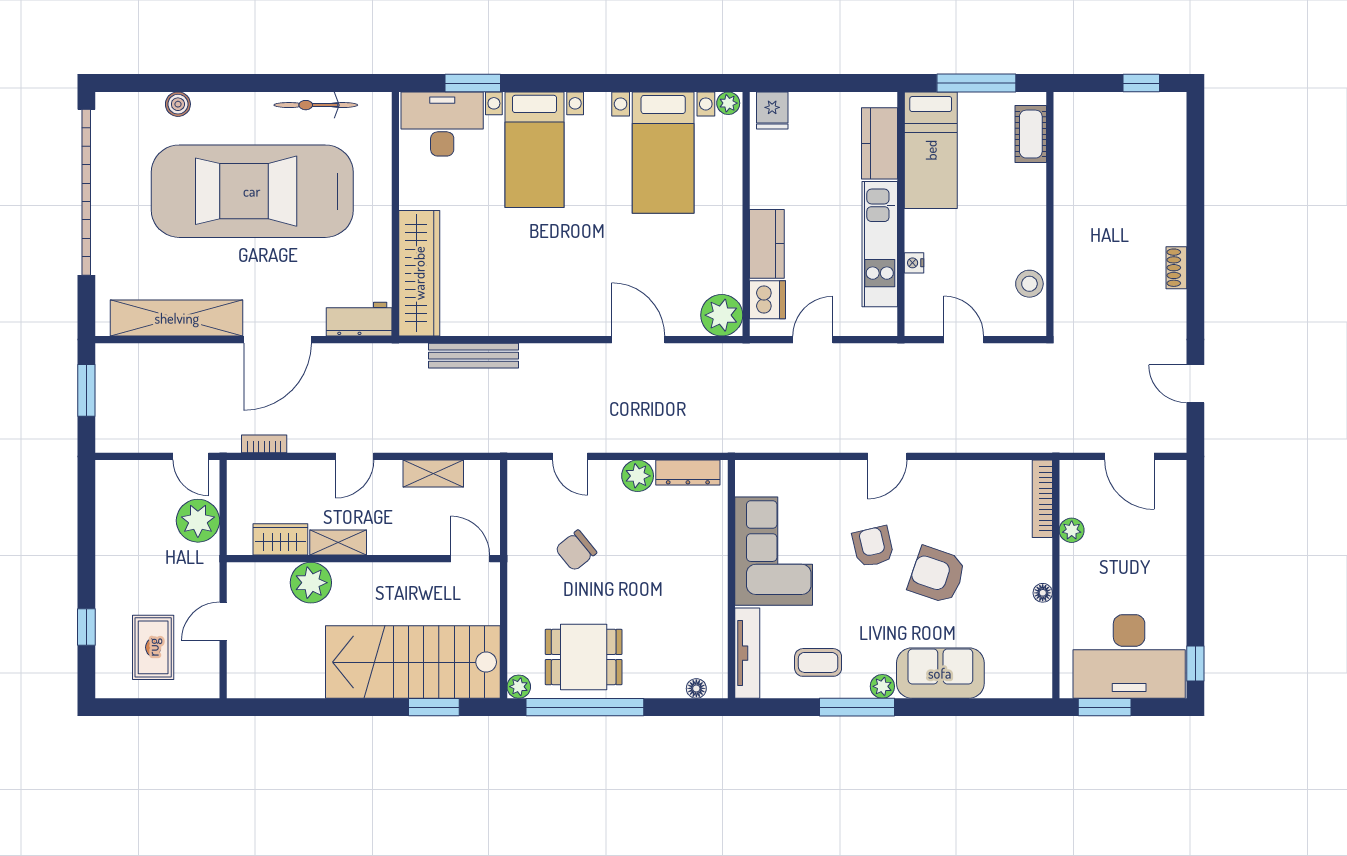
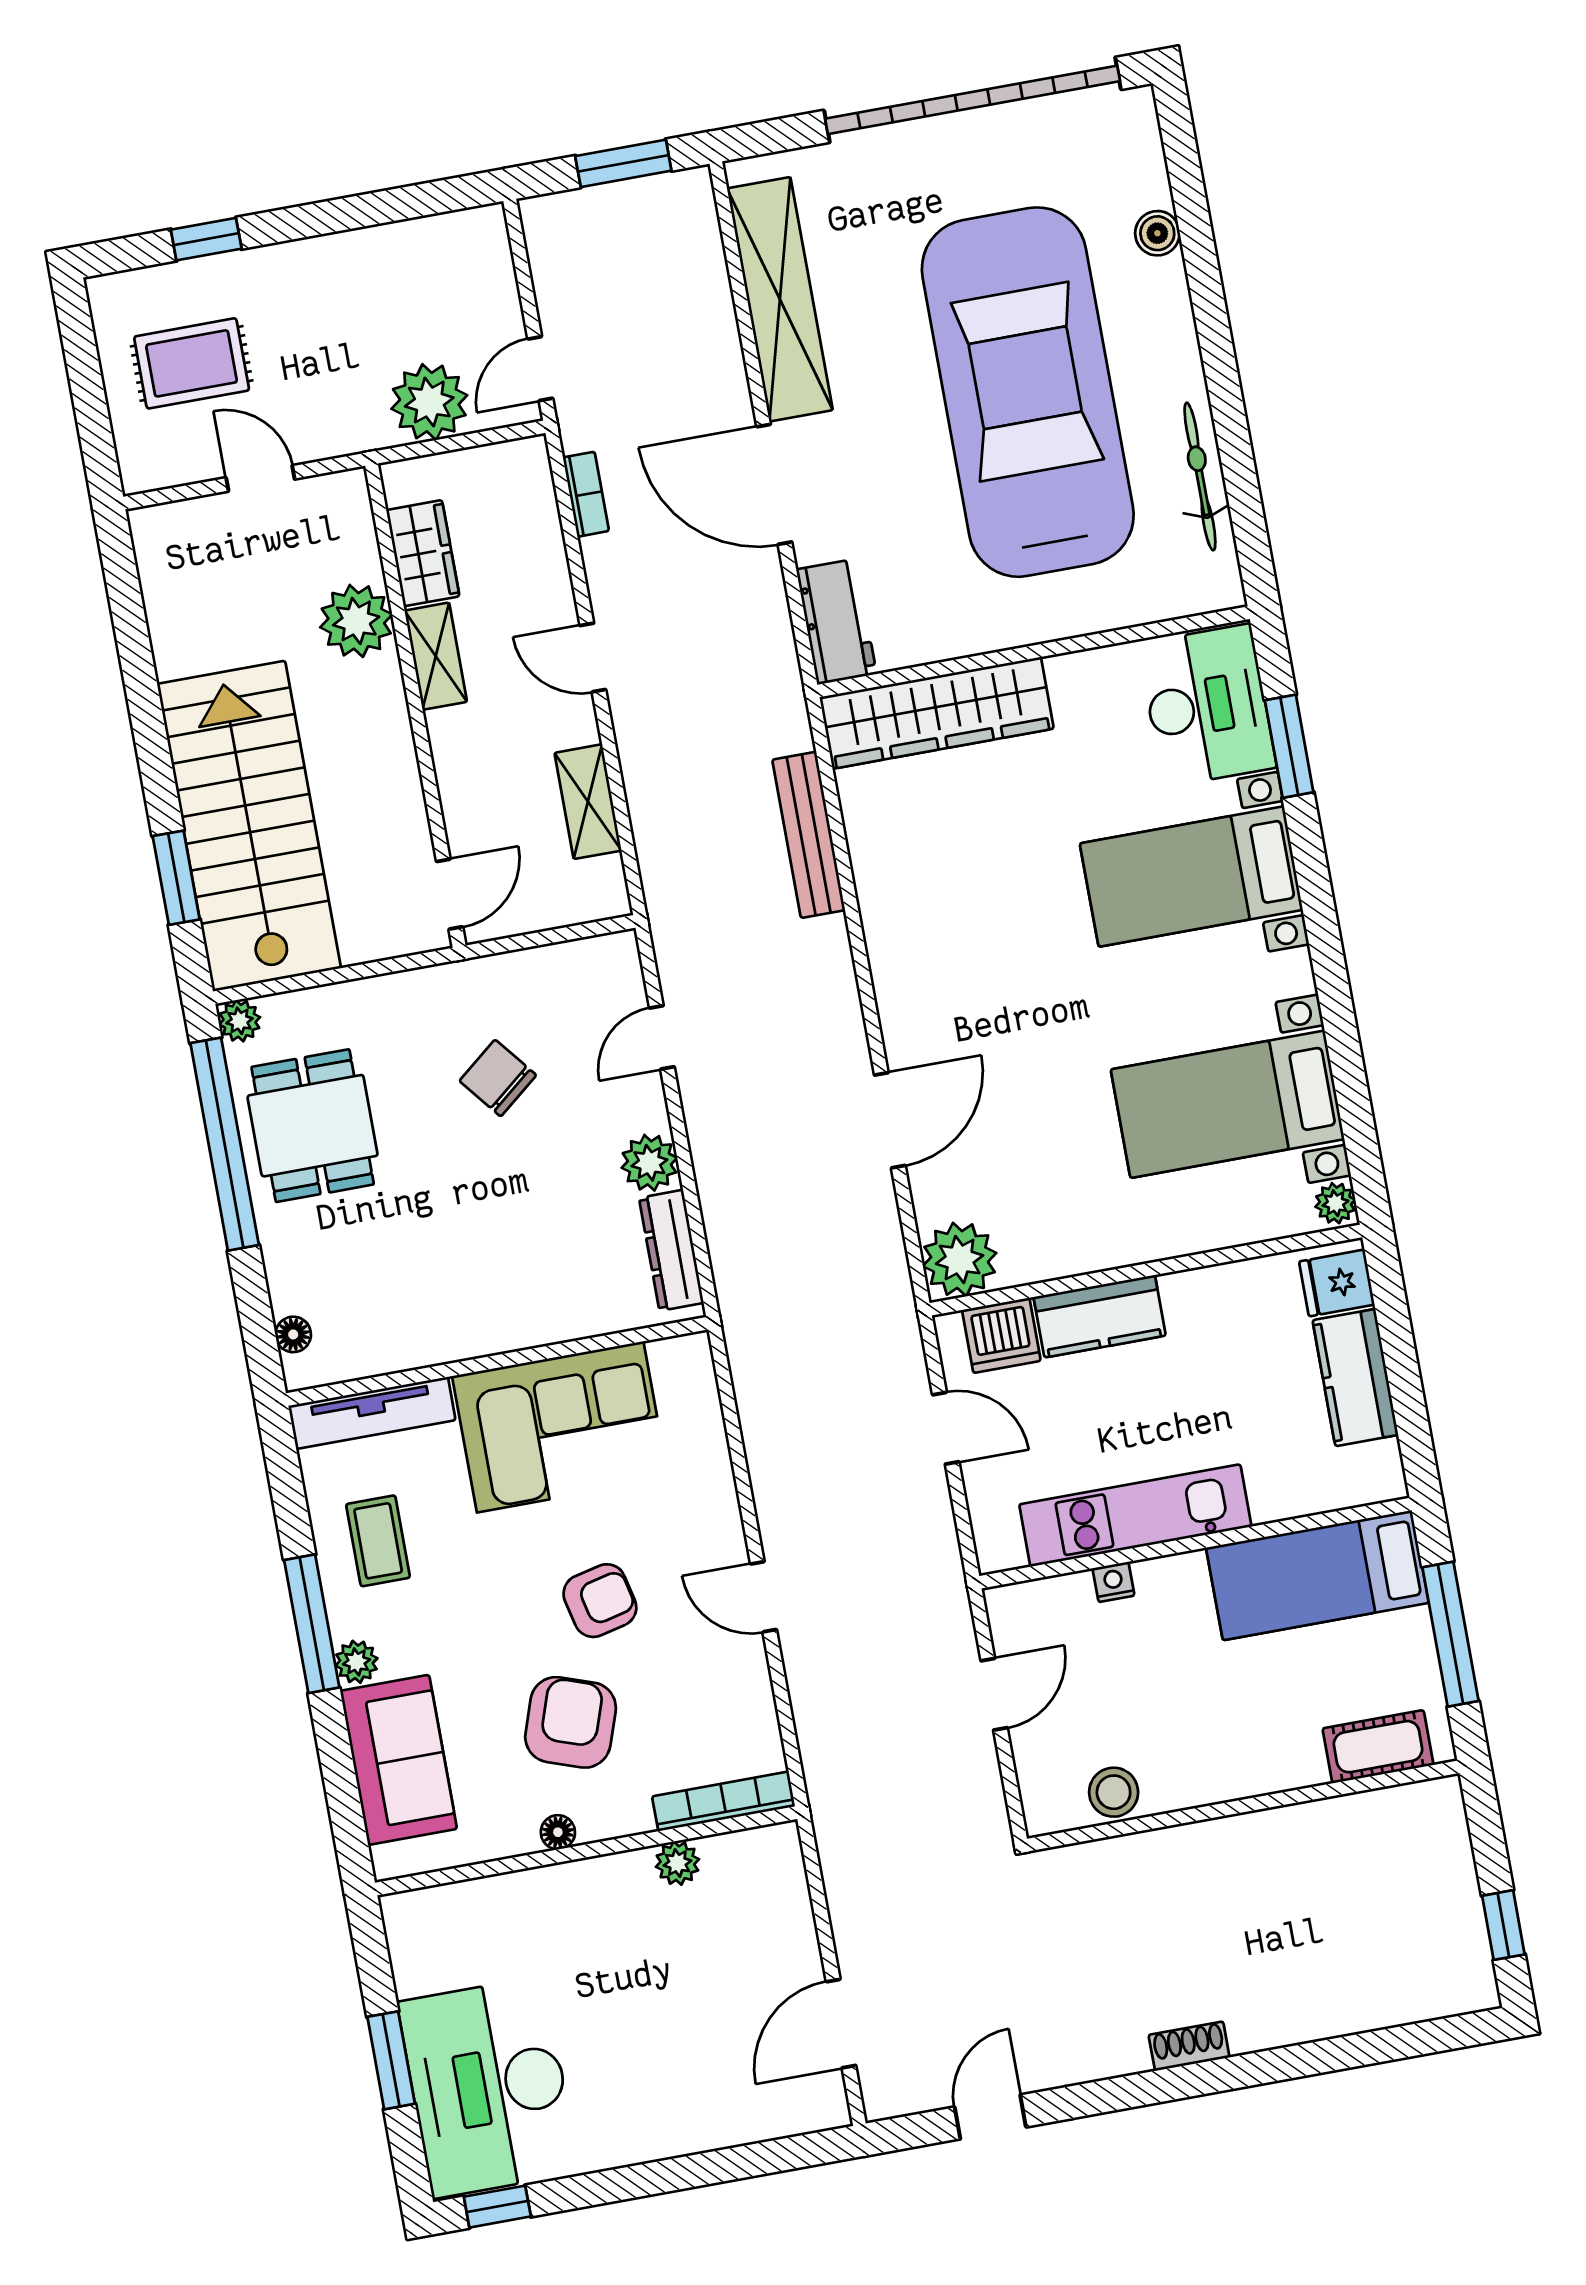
kitchen counter: (880, 143) -> (1355, 1378), moved, turned -90
bookcase: (1042, 499) -> (724, 1801), moved
plant: (1072, 530) -> (677, 1863), moved
wall: (1056, 579) -> (586, 1851), moved
floor lamp: (1043, 593) -> (558, 1832), moved

